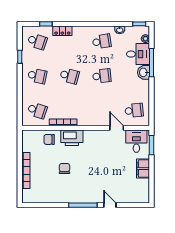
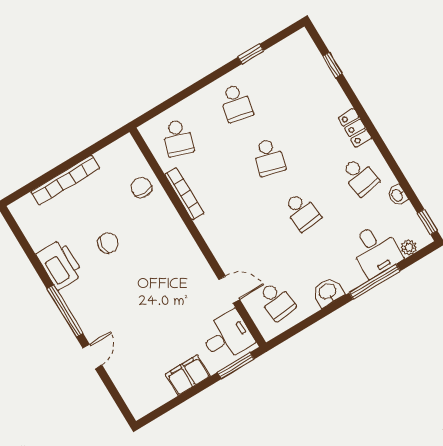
locker: (62, 31) -> (355, 128), moved
school desk: (37, 41) -> (294, 68), removed
washbasin: (144, 72) -> (328, 292), moved
door: (117, 128) -> (229, 290), hinge flipped
printer: (72, 138) -> (60, 264), moved, turned 180

